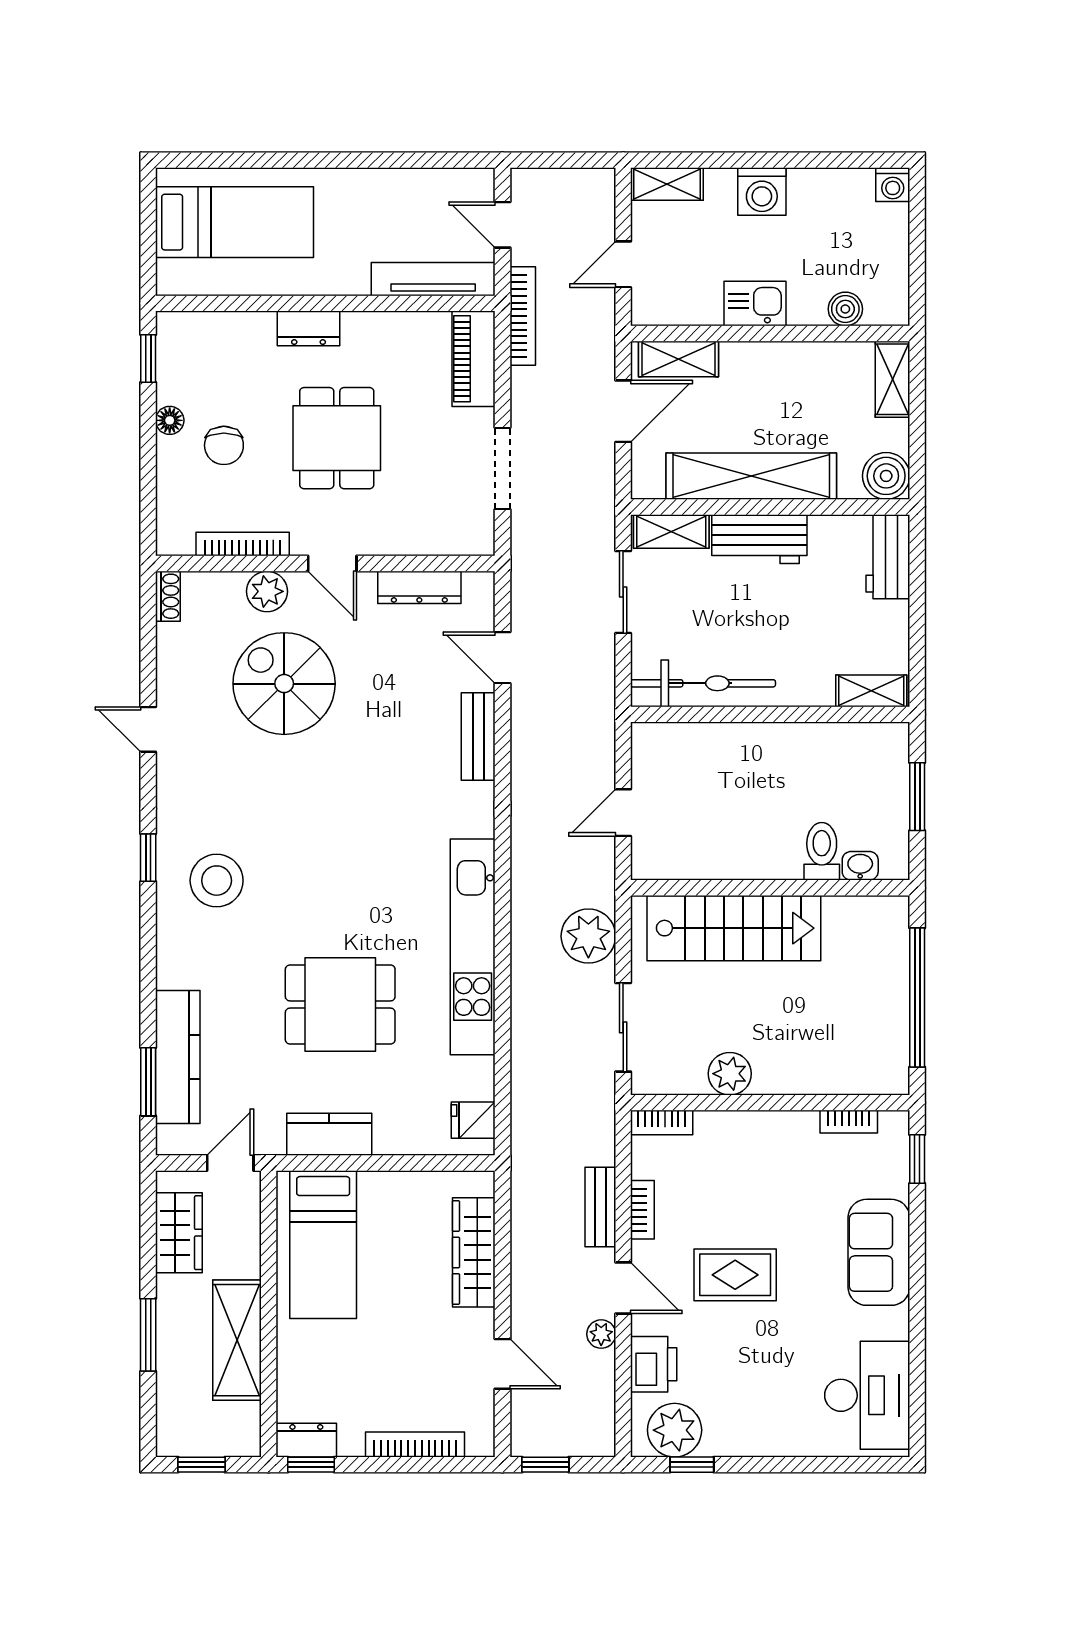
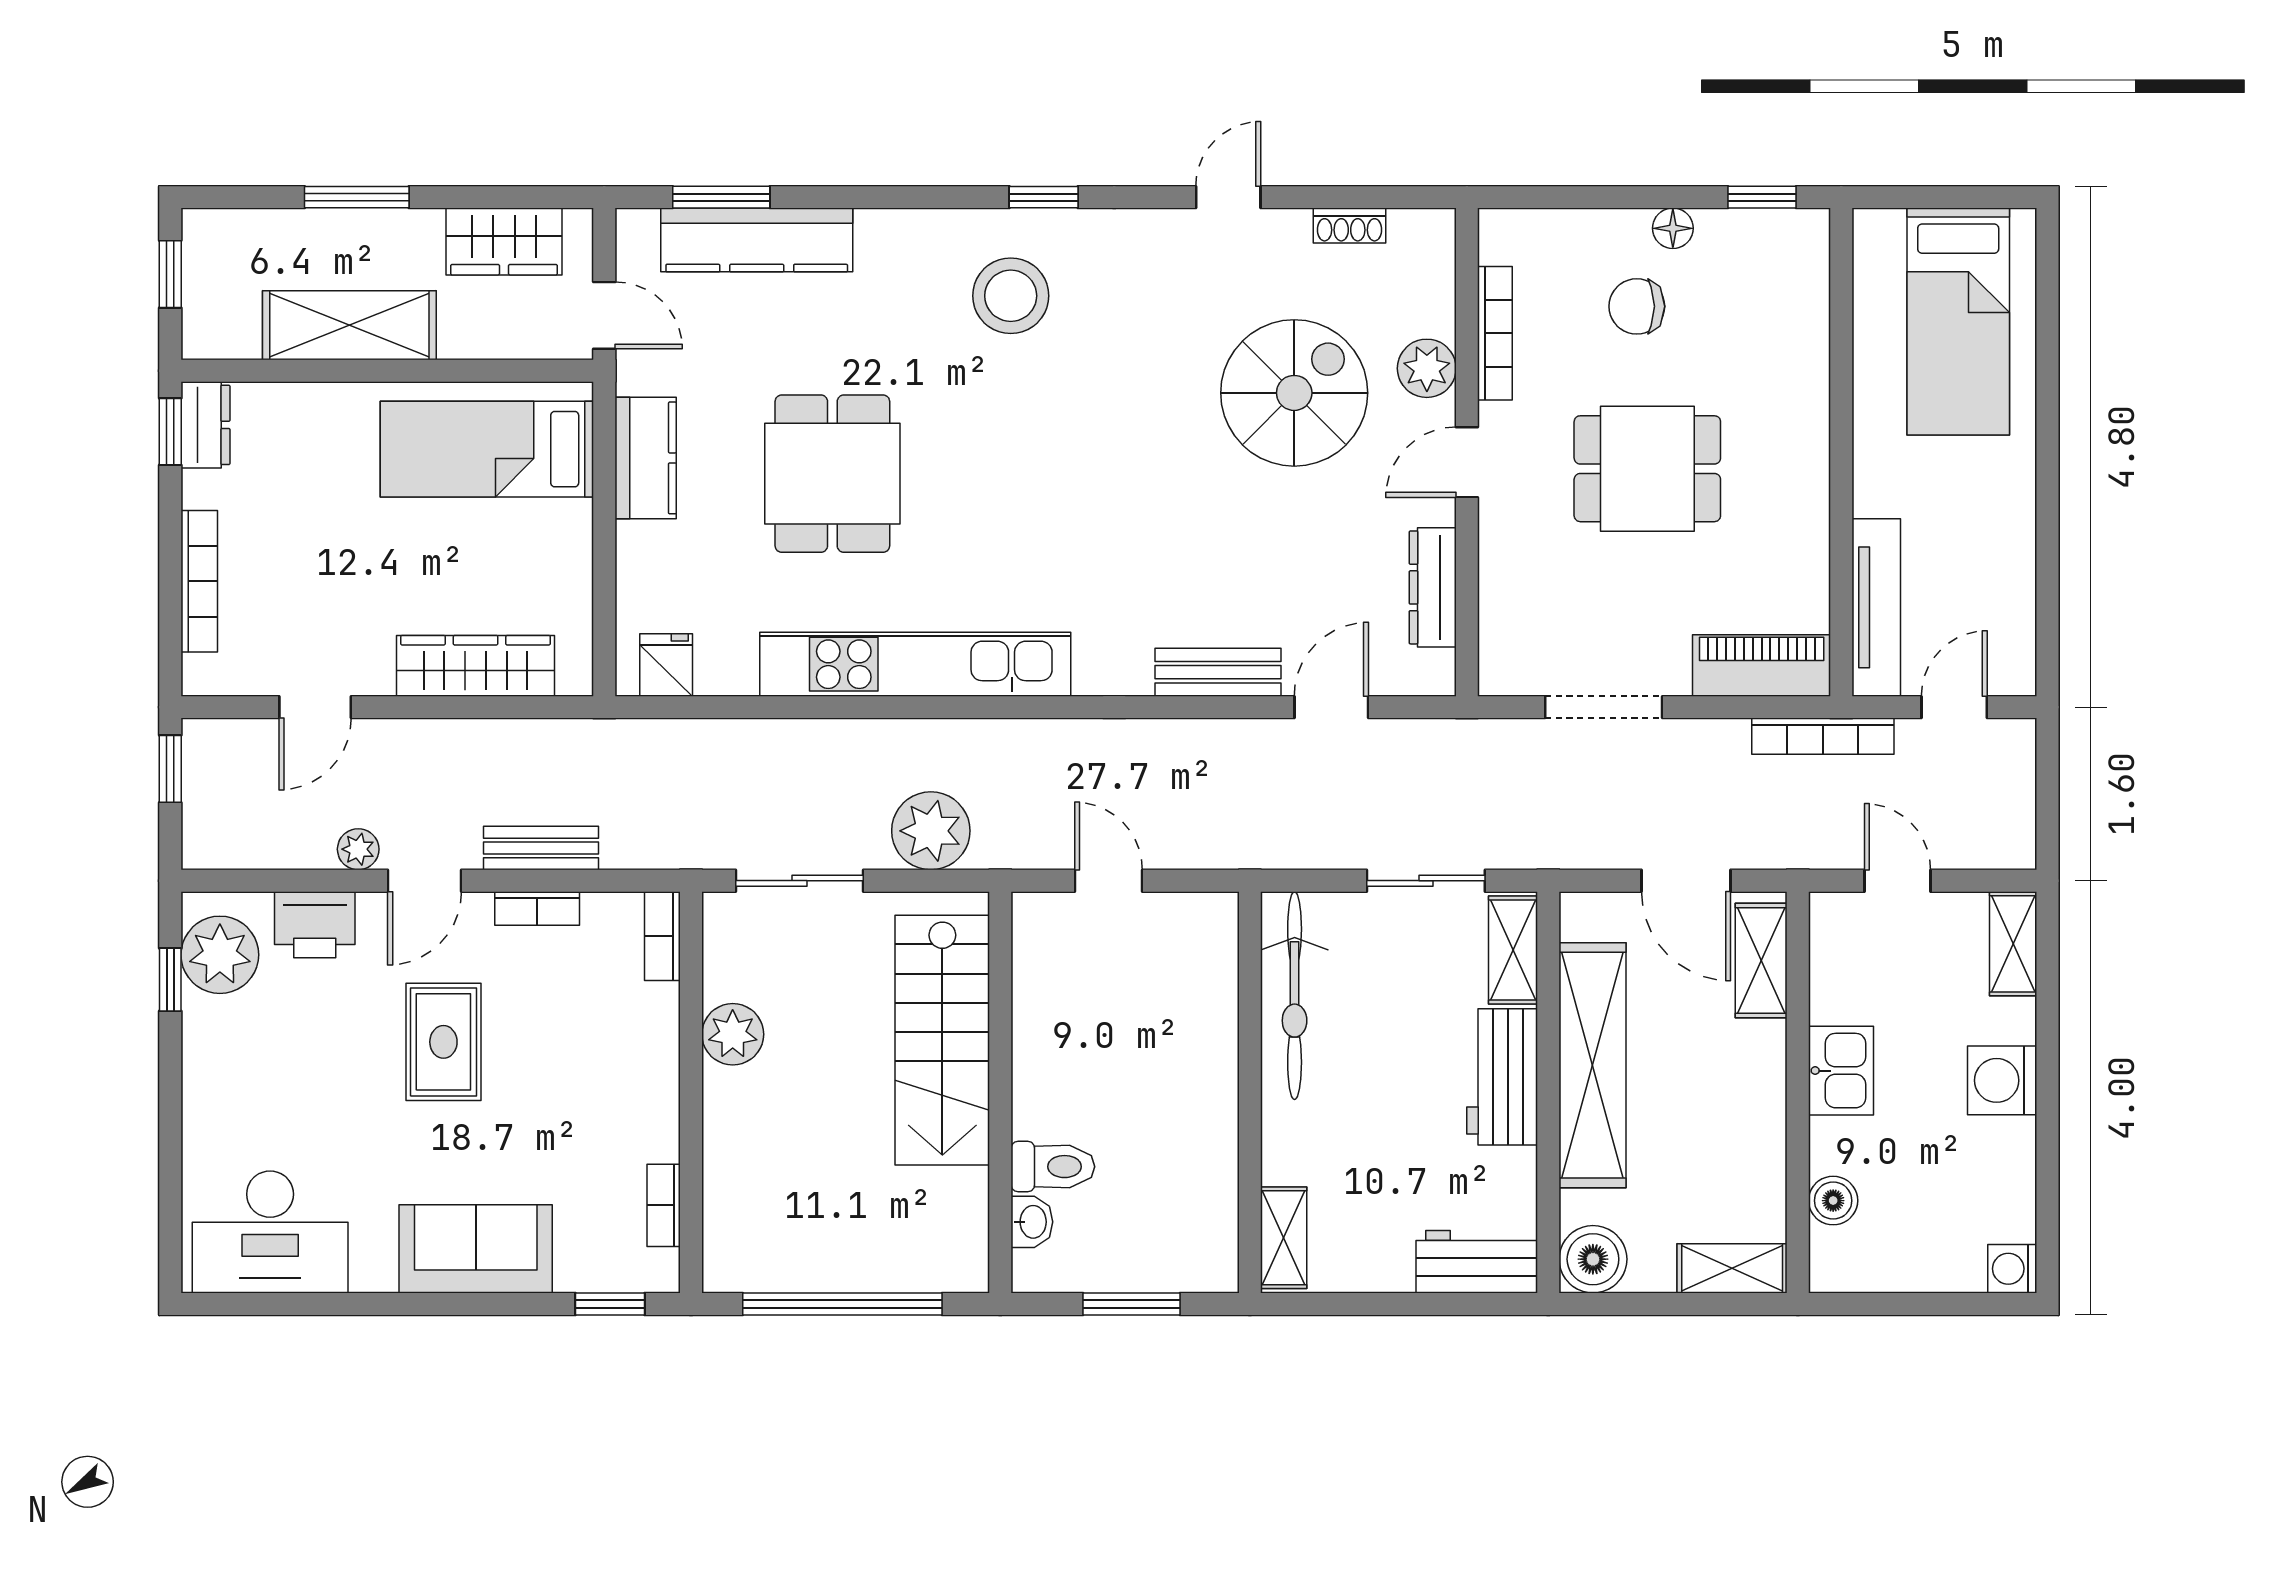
dresser: (309, 328) -> (1805, 428), removed
shoe rack: (168, 596) -> (1350, 226), moved

